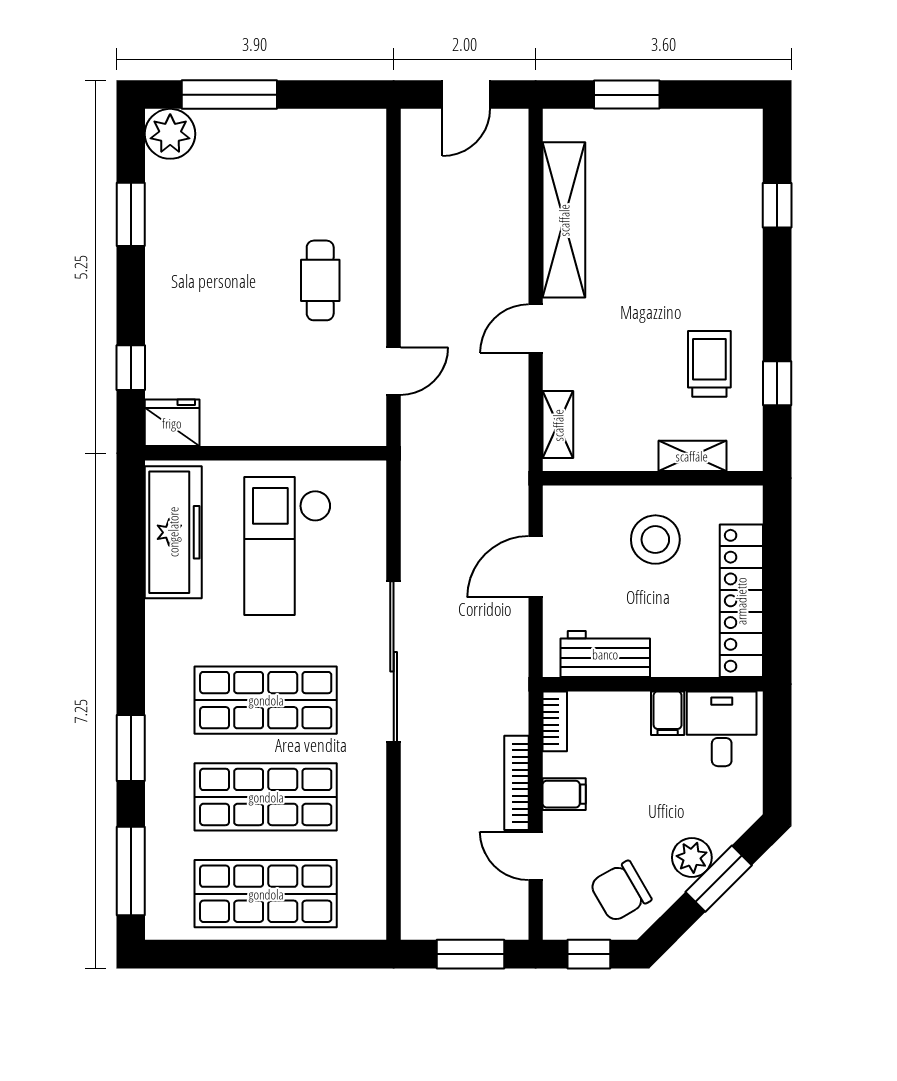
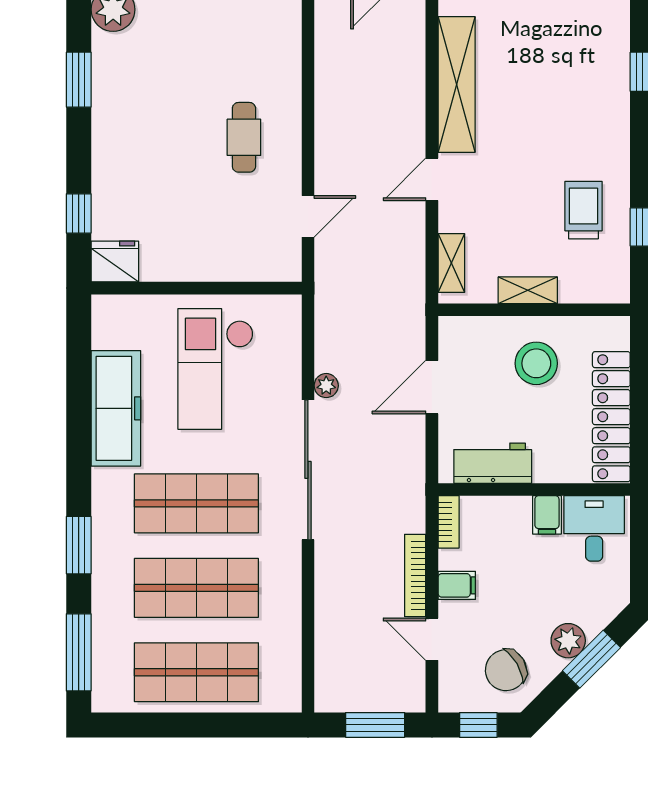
shelving: (692, 456) -> (528, 290), moved
freezer: (173, 532) -> (116, 408), moved
plant: (414, 565) -> (326, 386), added

